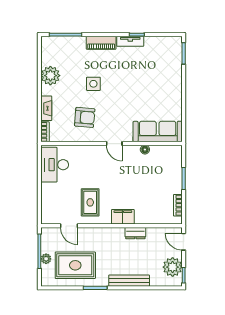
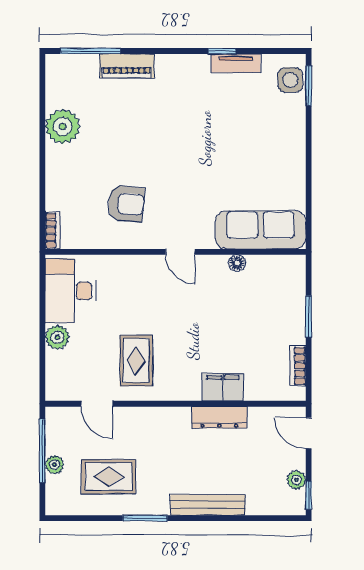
tv unit: (130, 41) -> (236, 63), moved
piano: (101, 43) -> (127, 66), moved
side table: (93, 84) -> (290, 80), moved
fireplace: (46, 108) -> (55, 187), removed
plant: (48, 190) -> (57, 337), added
filing cabinet: (123, 217) -> (223, 387), moved
dresser: (135, 233) -> (219, 417), width x1.44
rug: (75, 265) -> (108, 477), width x0.73, depth x0.70
plant: (173, 267) -> (296, 480), width x0.53, depth x0.53

